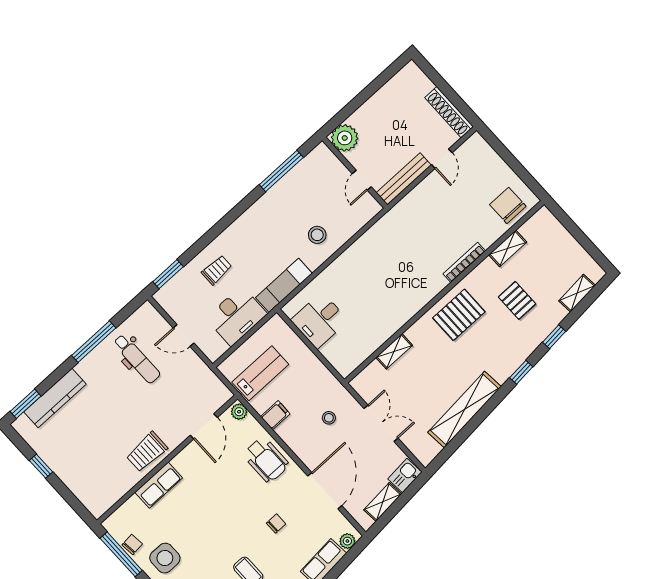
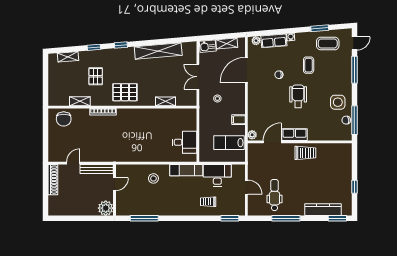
wheelchair: (266, 460) -> (298, 96), moved
row of seats: (159, 485) -> (295, 135), moved

